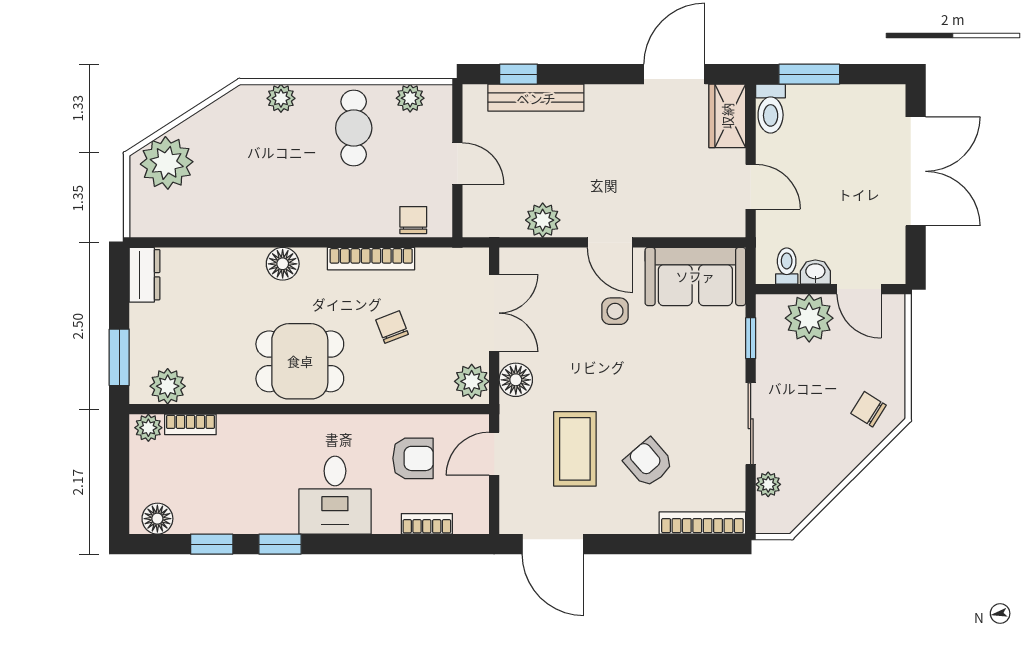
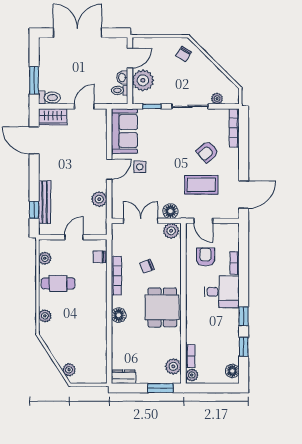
plant: (167, 163) -> (69, 370), width x0.53, depth x0.53
bookcase: (427, 524) -> (235, 263), moved

